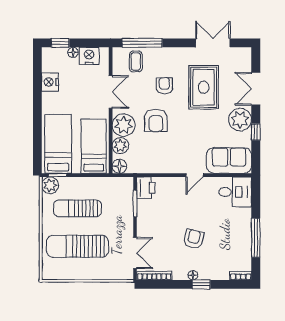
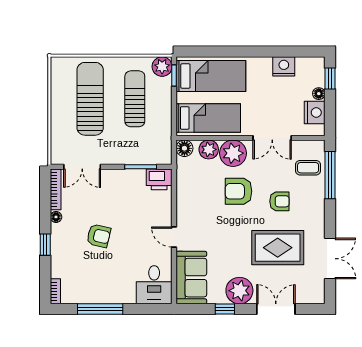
floor lamp: (193, 275) -> (56, 217), moved

